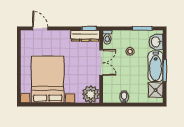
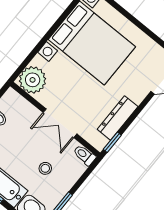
dresser: (85, 36) -> (118, 118), moved

